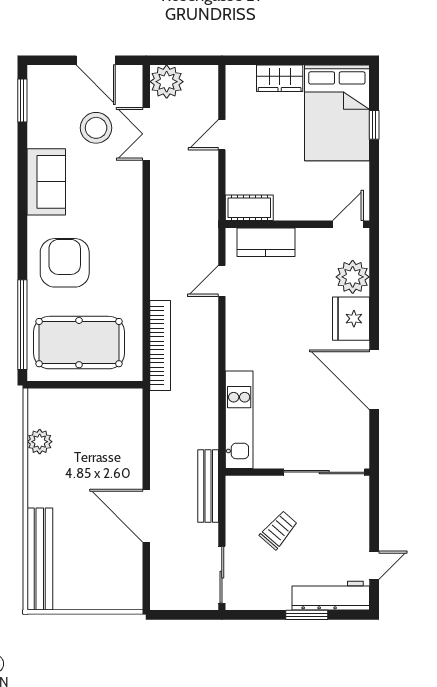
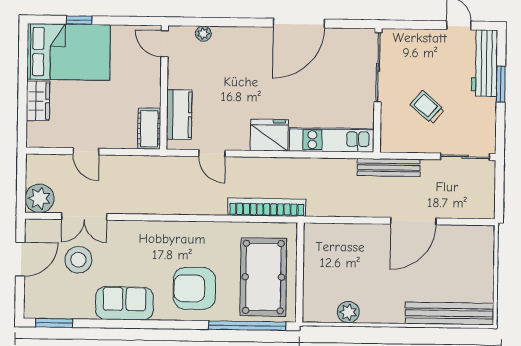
plant: (353, 277) -> (203, 34), width x0.53, depth x0.53
fridge: (351, 319) -> (269, 135), moved, turned 180

